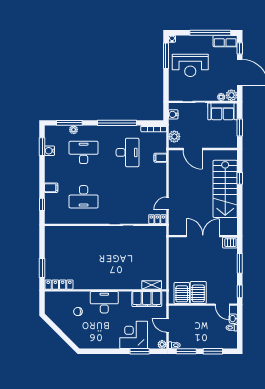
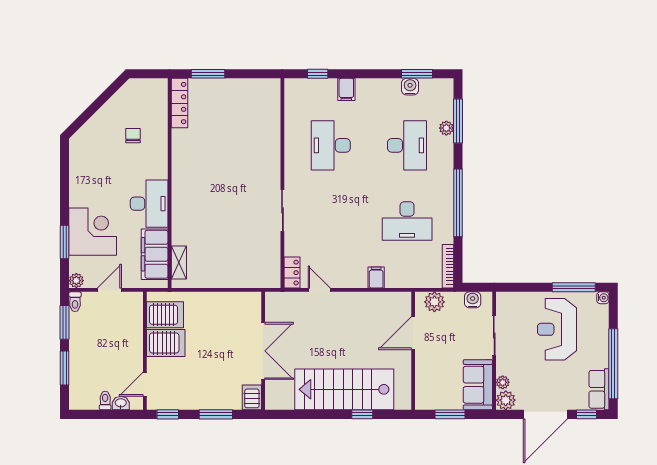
filing cabinet: (160, 158) -> (376, 278), moved
desk: (104, 302) -> (149, 204), moved

